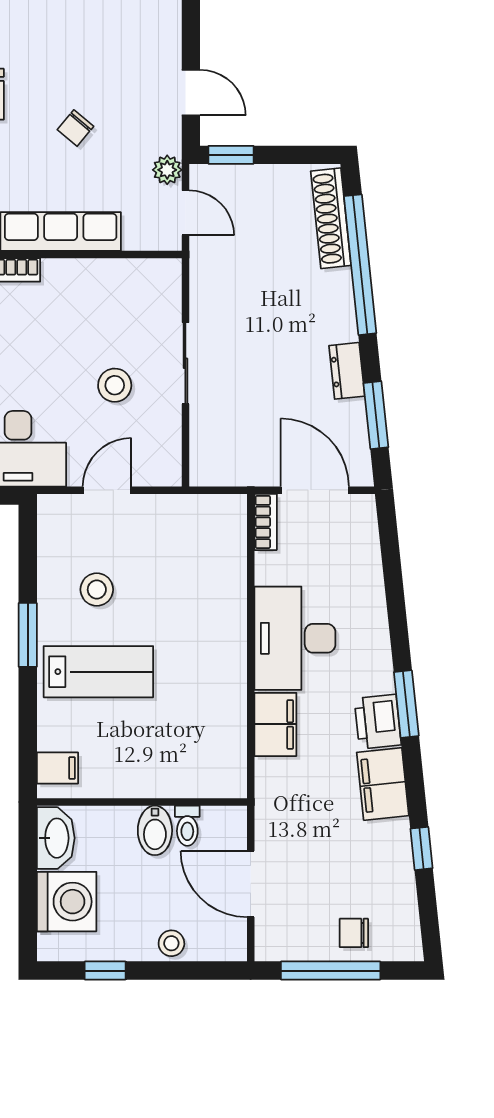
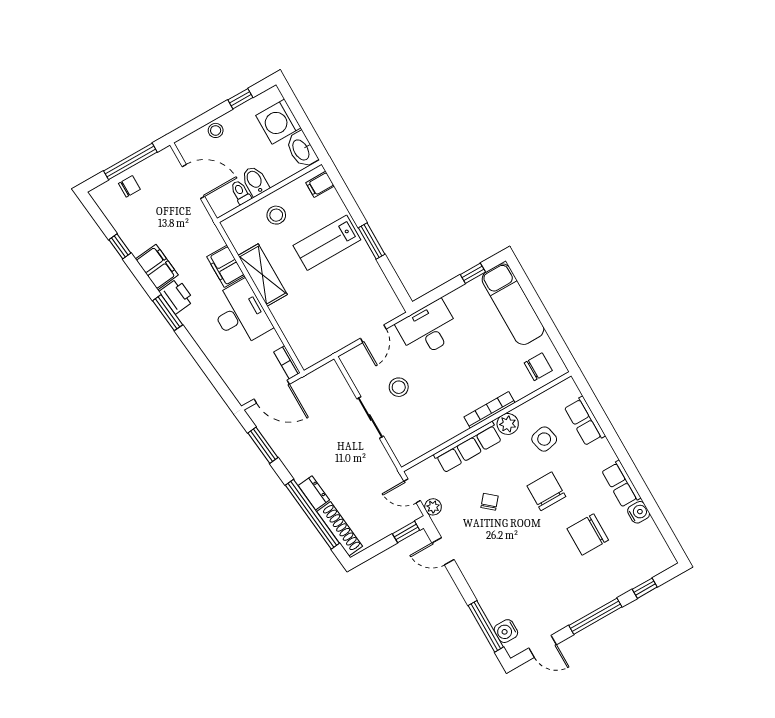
dresser: (347, 371) -> (314, 493), moved
stool: (97, 590) -> (276, 215), moved
shelving: (226, 679) -> (263, 275), added

